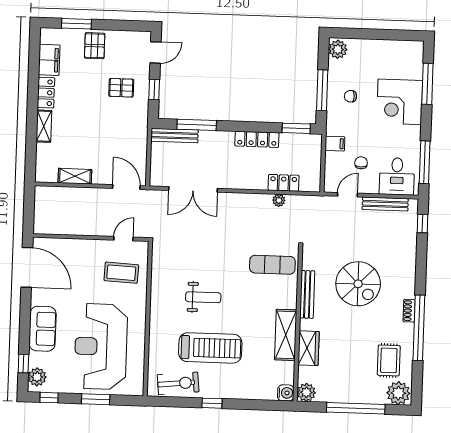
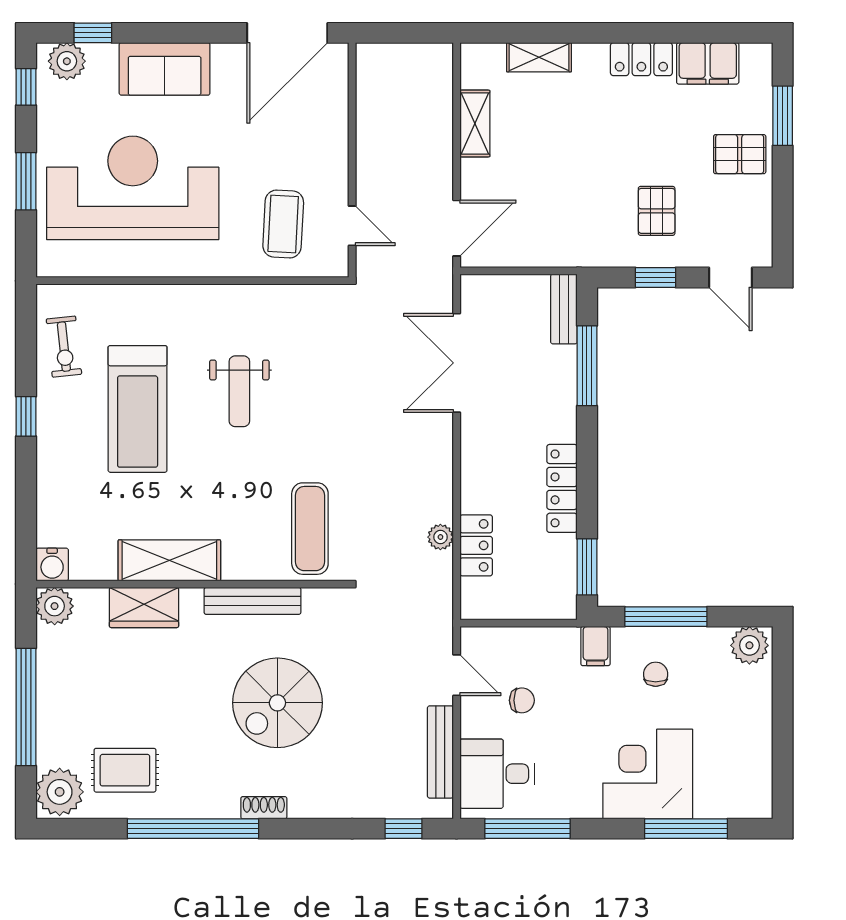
shelving: (44, 126) -> (539, 57), moved
bench: (174, 136) -> (564, 309), width x0.73
filing cabinet: (335, 144) -> (595, 646), moved
shoe rack: (409, 311) -> (264, 808), moved
exercise bike: (178, 383) -> (64, 347), width x0.73, depth x0.72

